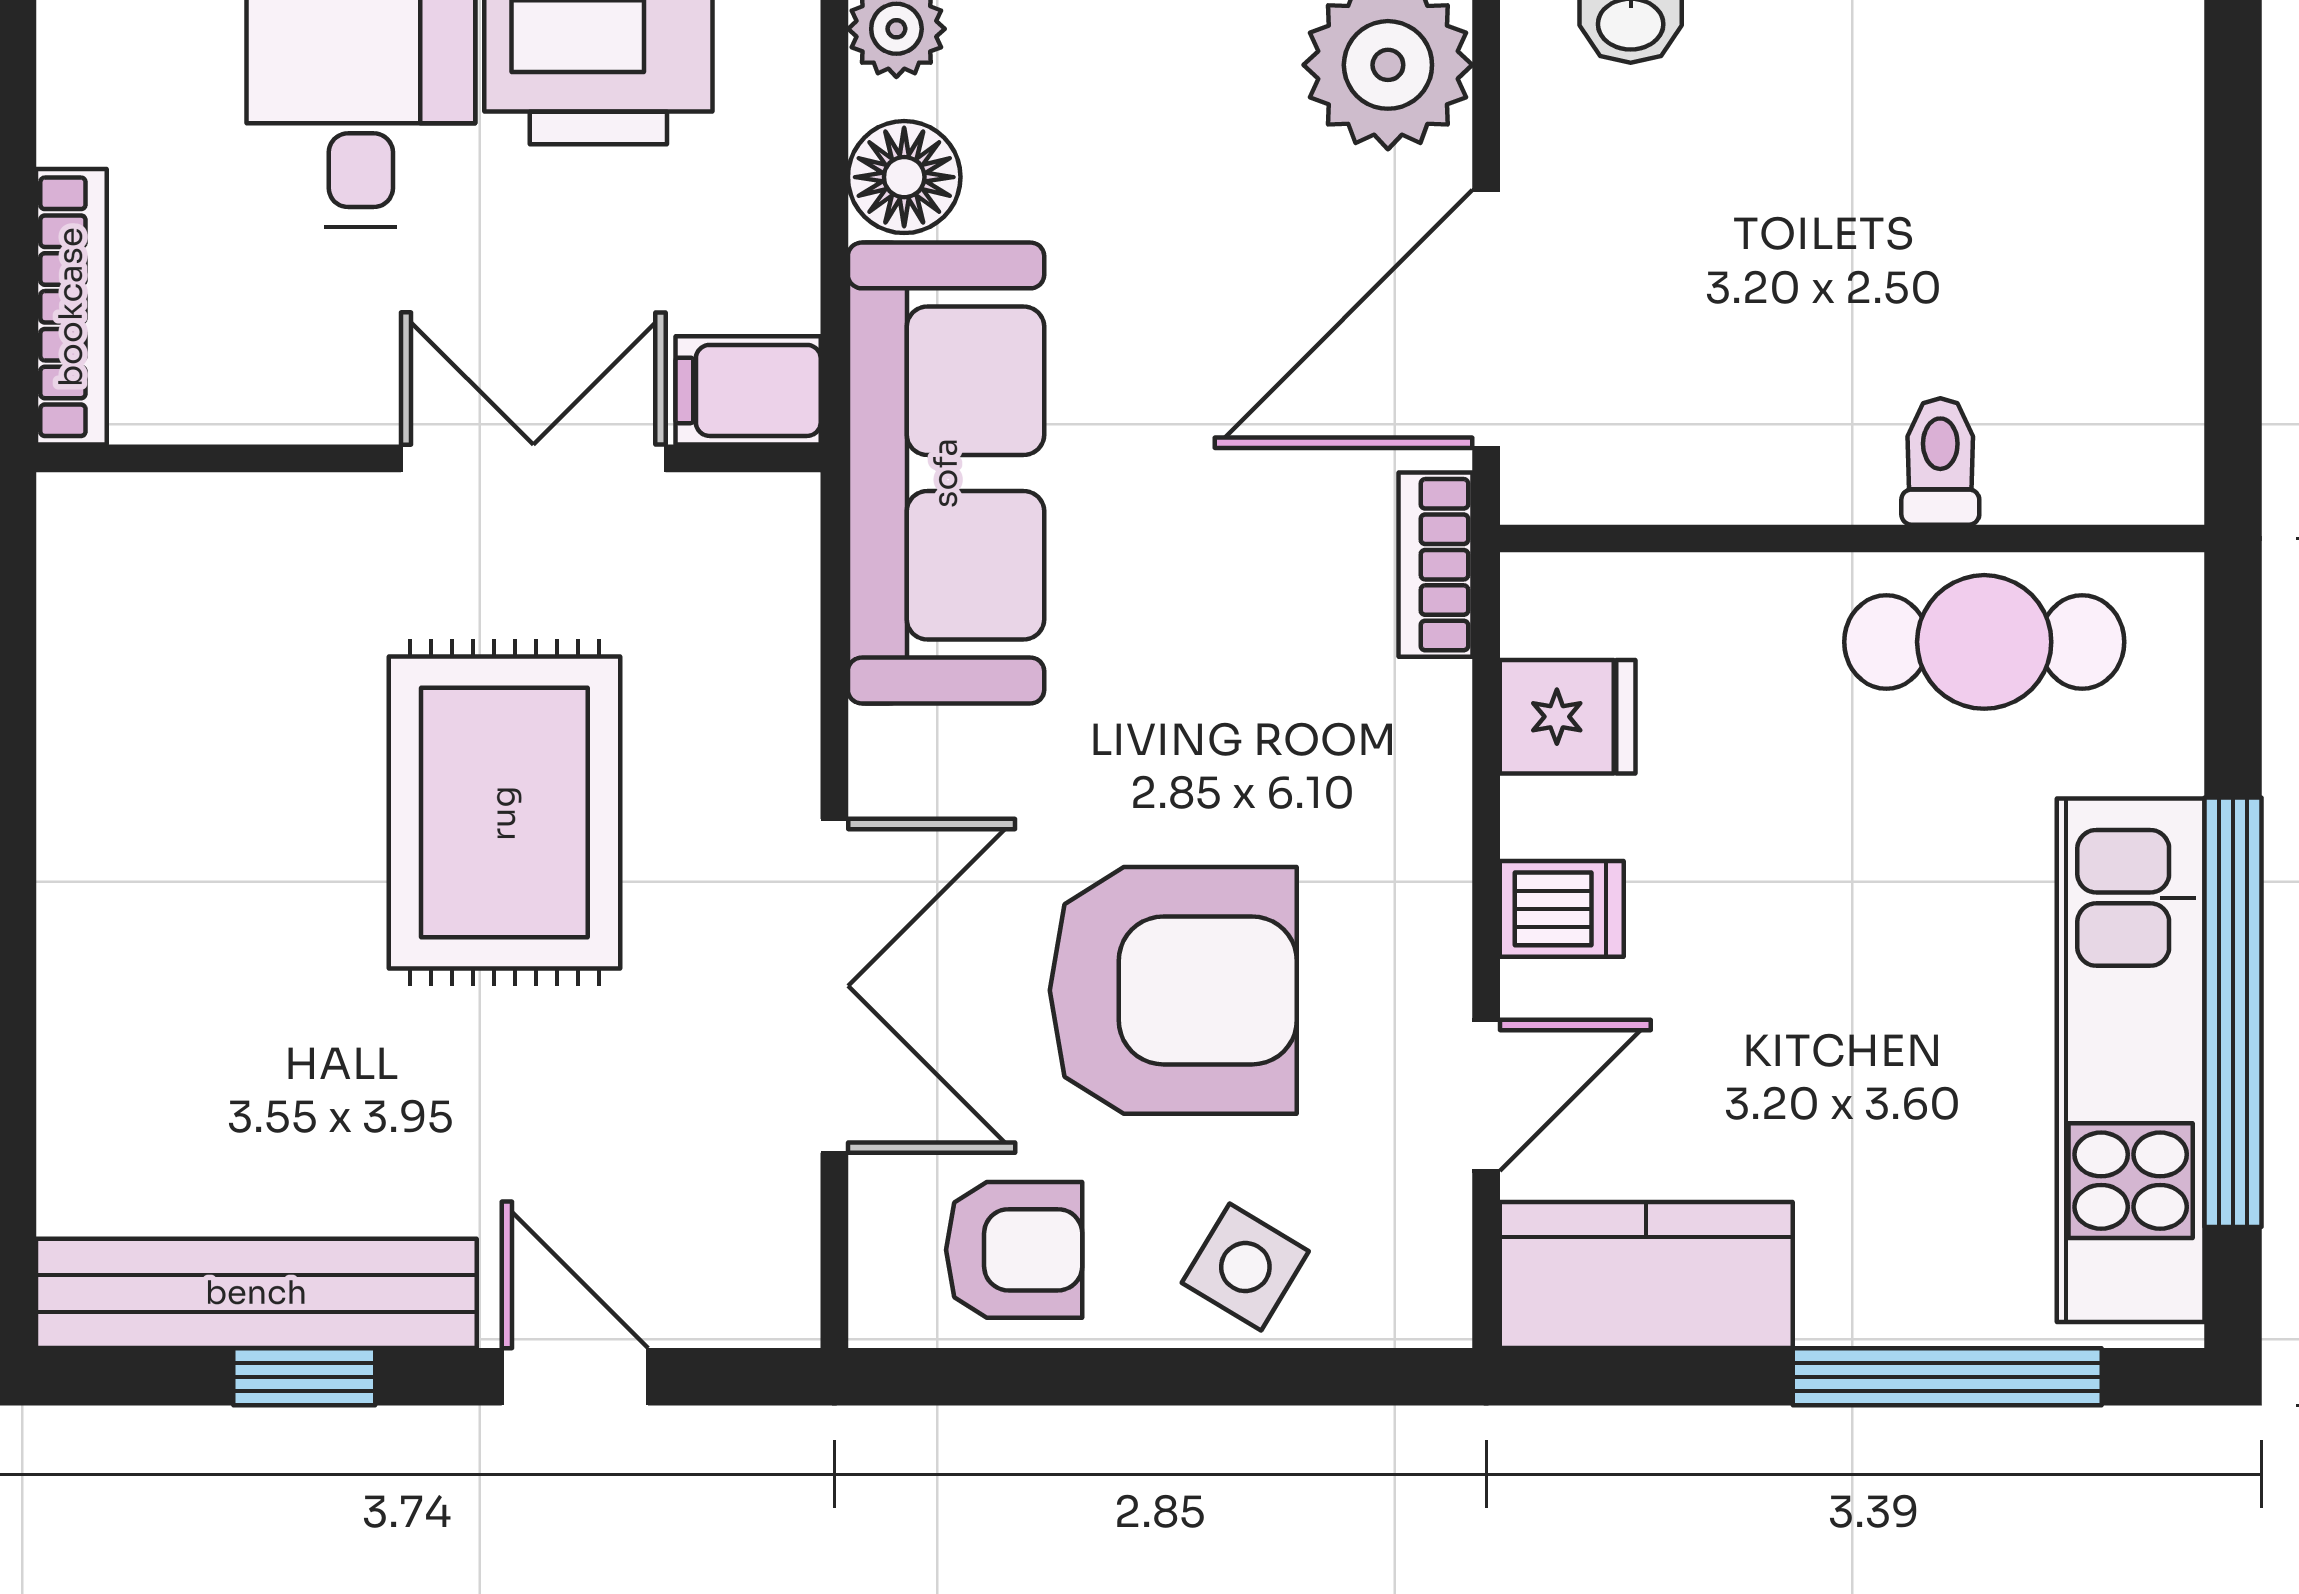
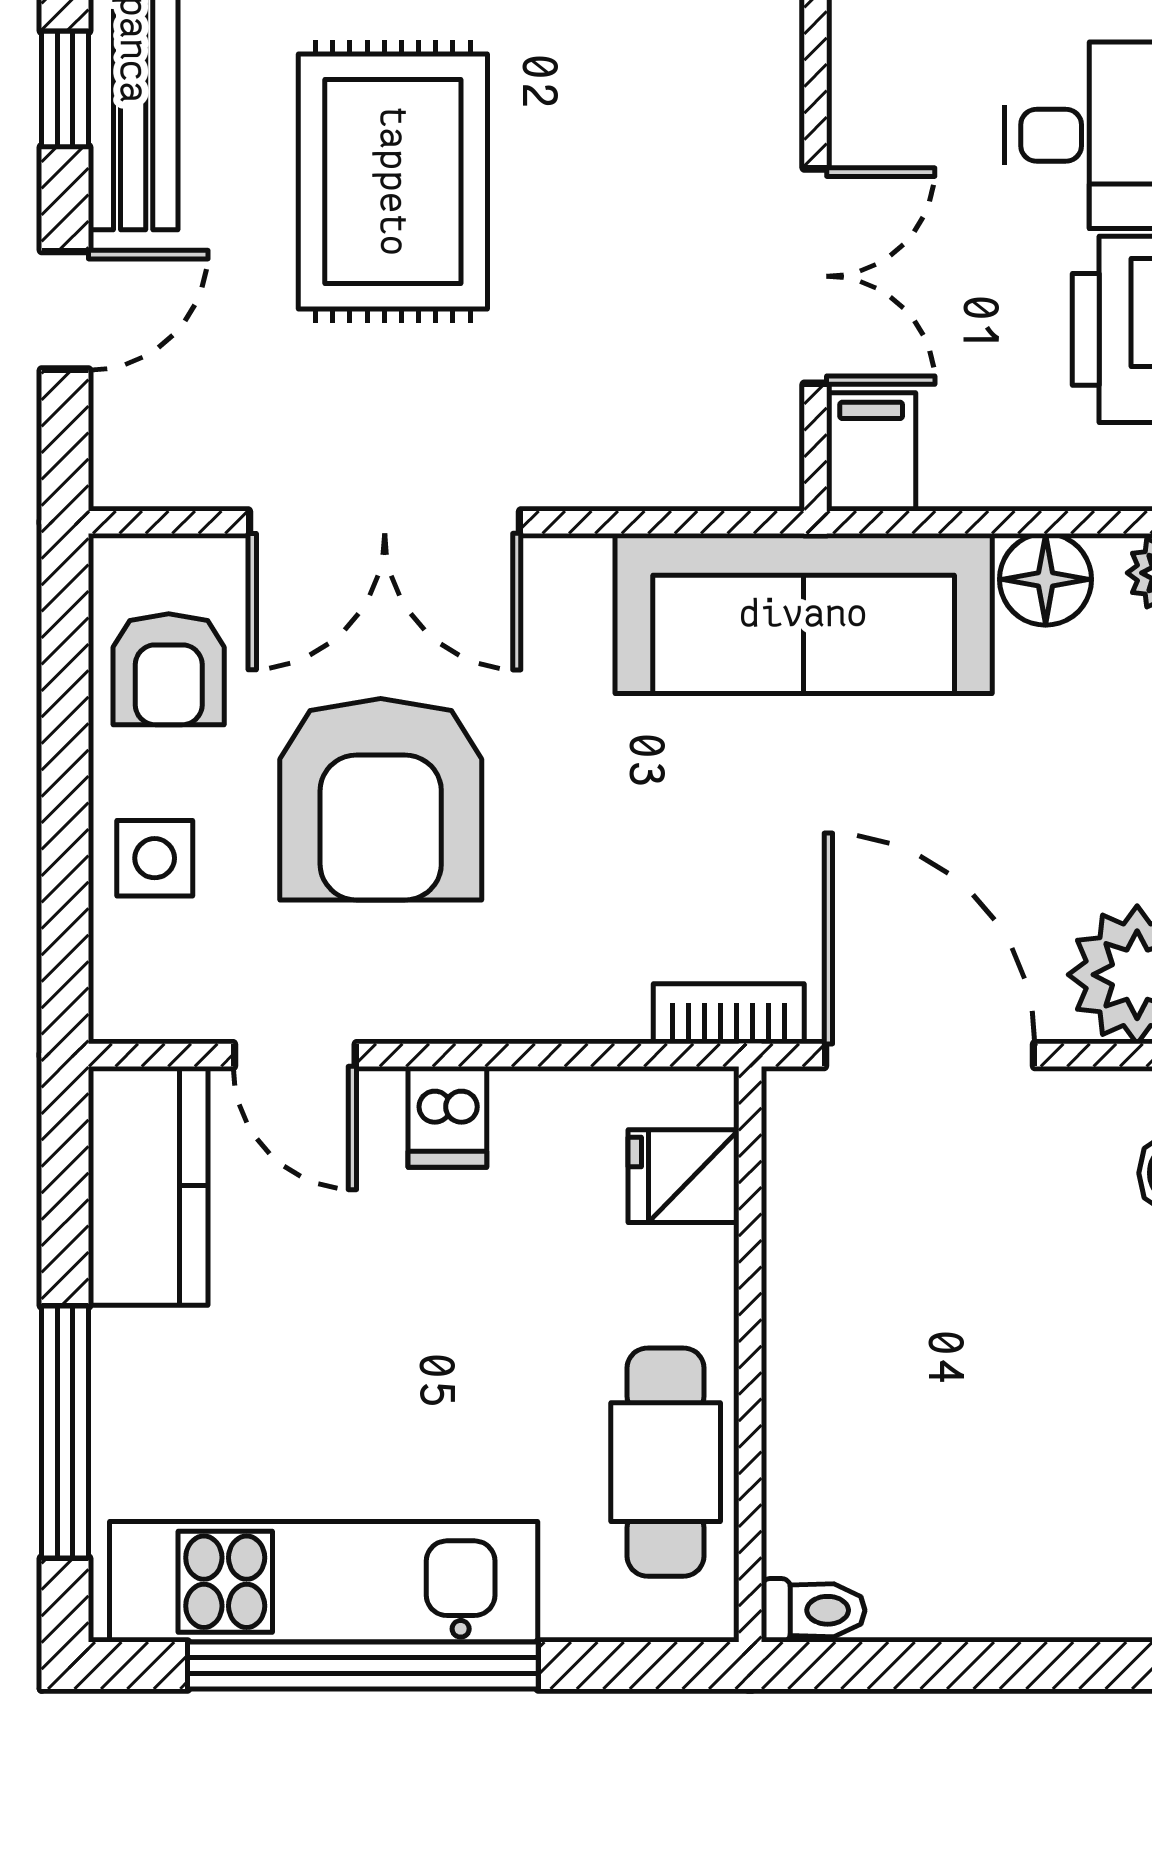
toilet: (1940, 461) -> (813, 1610), moved
fridge: (1568, 717) -> (684, 1176), moved, turned 90
rug: (504, 813) -> (393, 182), moved, turned 90
side table: (1245, 1267) -> (155, 858), turned -31

